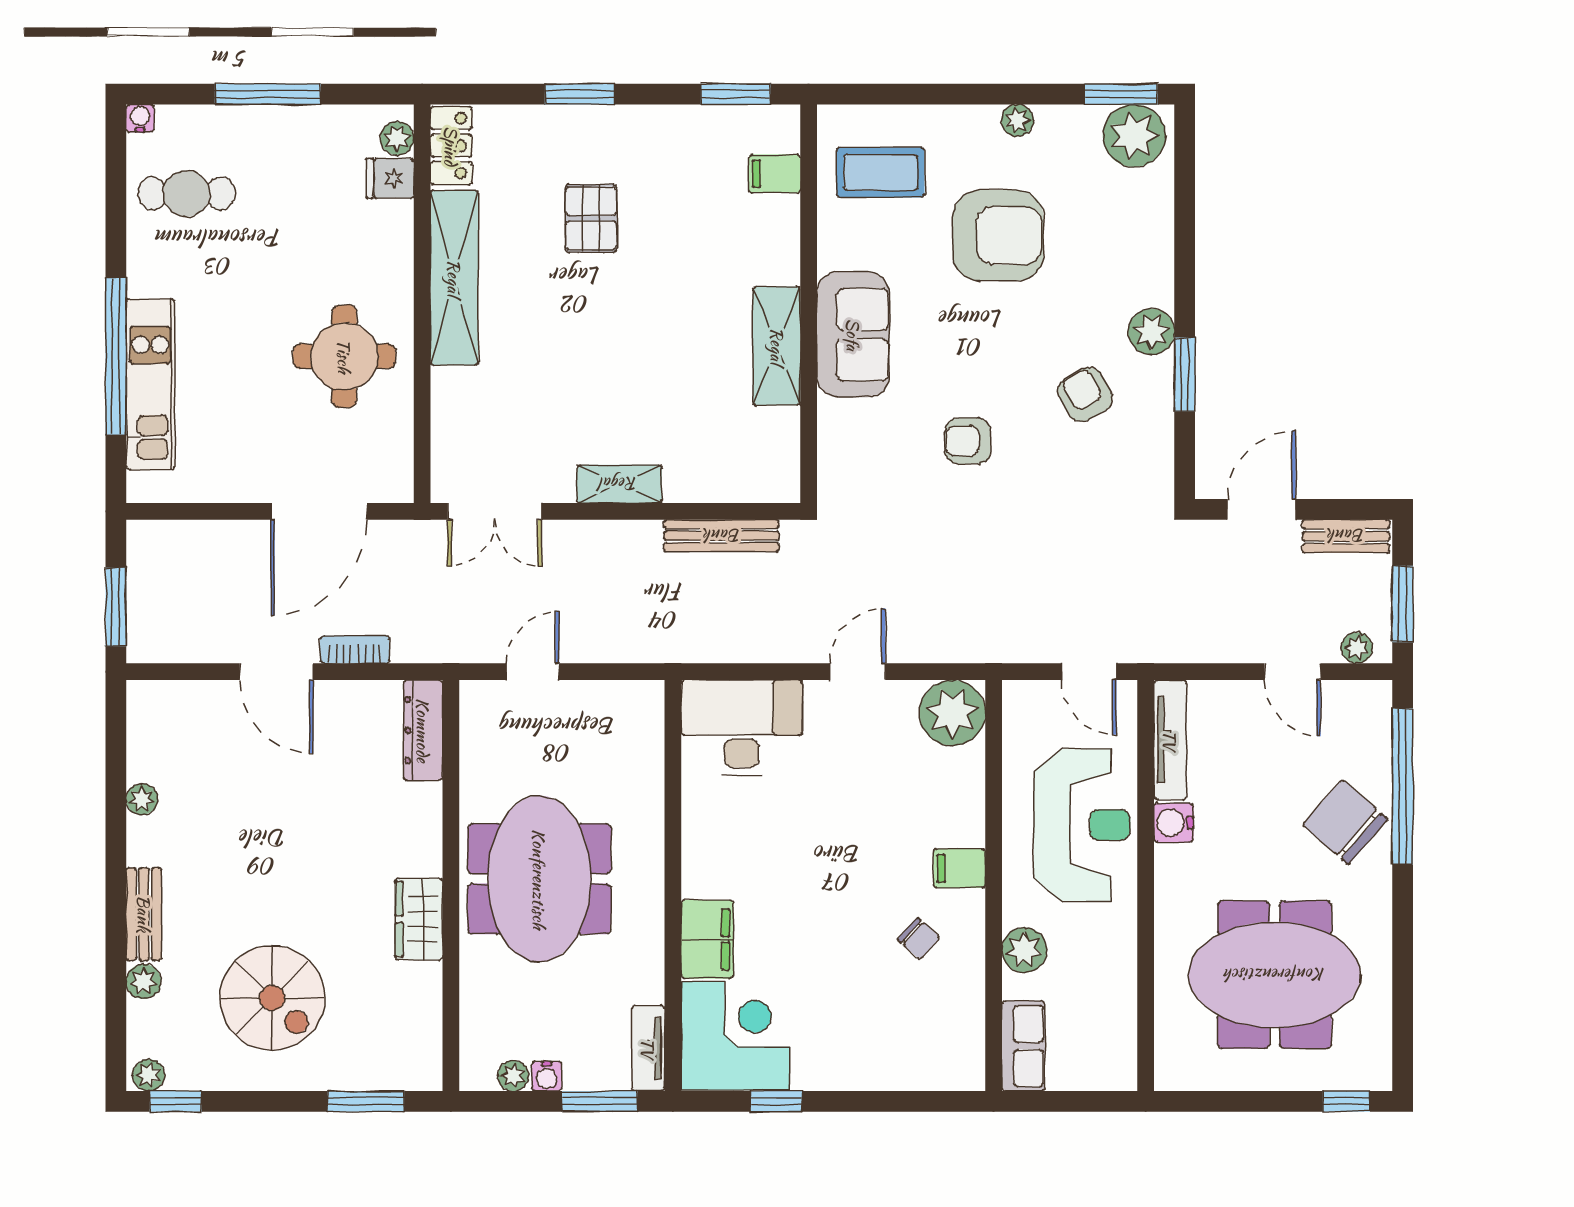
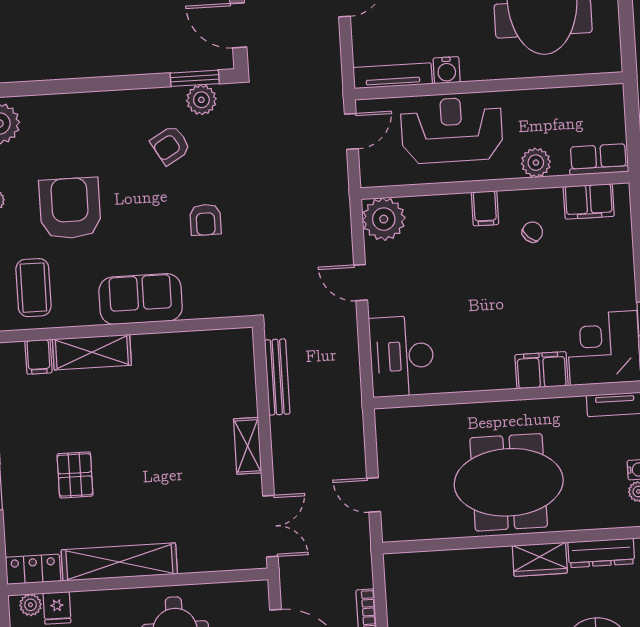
pallet: (591, 218) -> (75, 475), turned 90
plant: (1151, 332) -> (201, 100), moved
shelving: (777, 346) -> (92, 352), moved
window: (1185, 375) -> (195, 78), moved
dresser: (423, 730) -> (601, 553), moved
filing cabinet: (960, 1027) -> (589, 201), added

